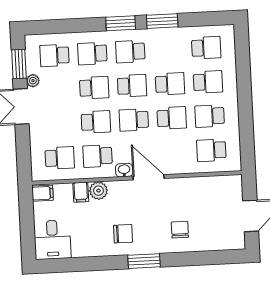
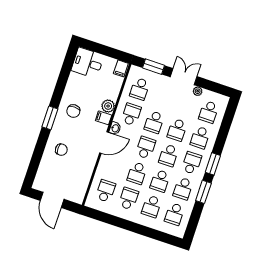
school desk: (168, 50) -> (183, 189), added
school desk: (92, 54) -> (200, 137), turned 180
school desk: (54, 55) -> (209, 112), turned 180
window: (19, 64) -> (153, 67), moved
filing cabinet: (81, 192) -> (104, 118), moved

